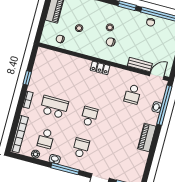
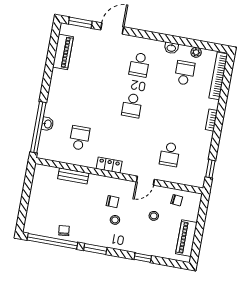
locker: (100, 68) -> (109, 165), moved
door: (157, 76) -> (145, 181), moved
window: (27, 78) -> (210, 169), moved
school desk: (54, 107) -> (170, 154), moved, width x0.54
piano: (147, 137) -> (63, 52), moved
window: (65, 169) -> (157, 37), removed

